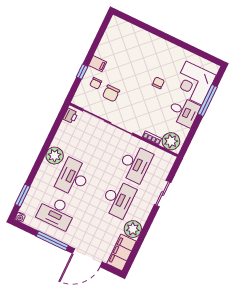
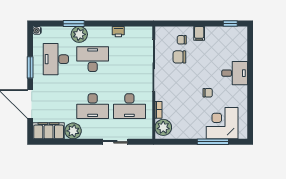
window: (82, 72) -> (230, 24), moved
desk: (184, 112) -> (235, 73), moved, turned -90
printer: (70, 116) -> (118, 32), moved
plant: (55, 156) -> (79, 34), moved
window: (23, 195) -> (74, 24), moved
window: (52, 241) -> (30, 67), width x0.69

